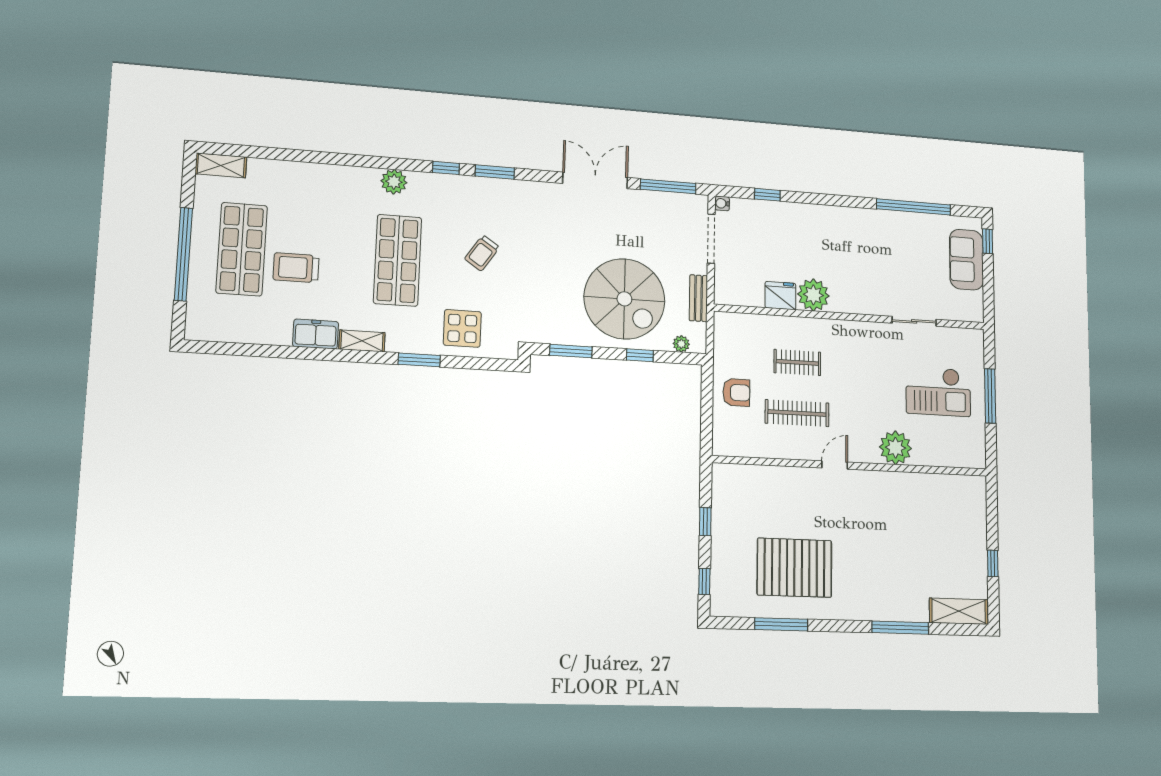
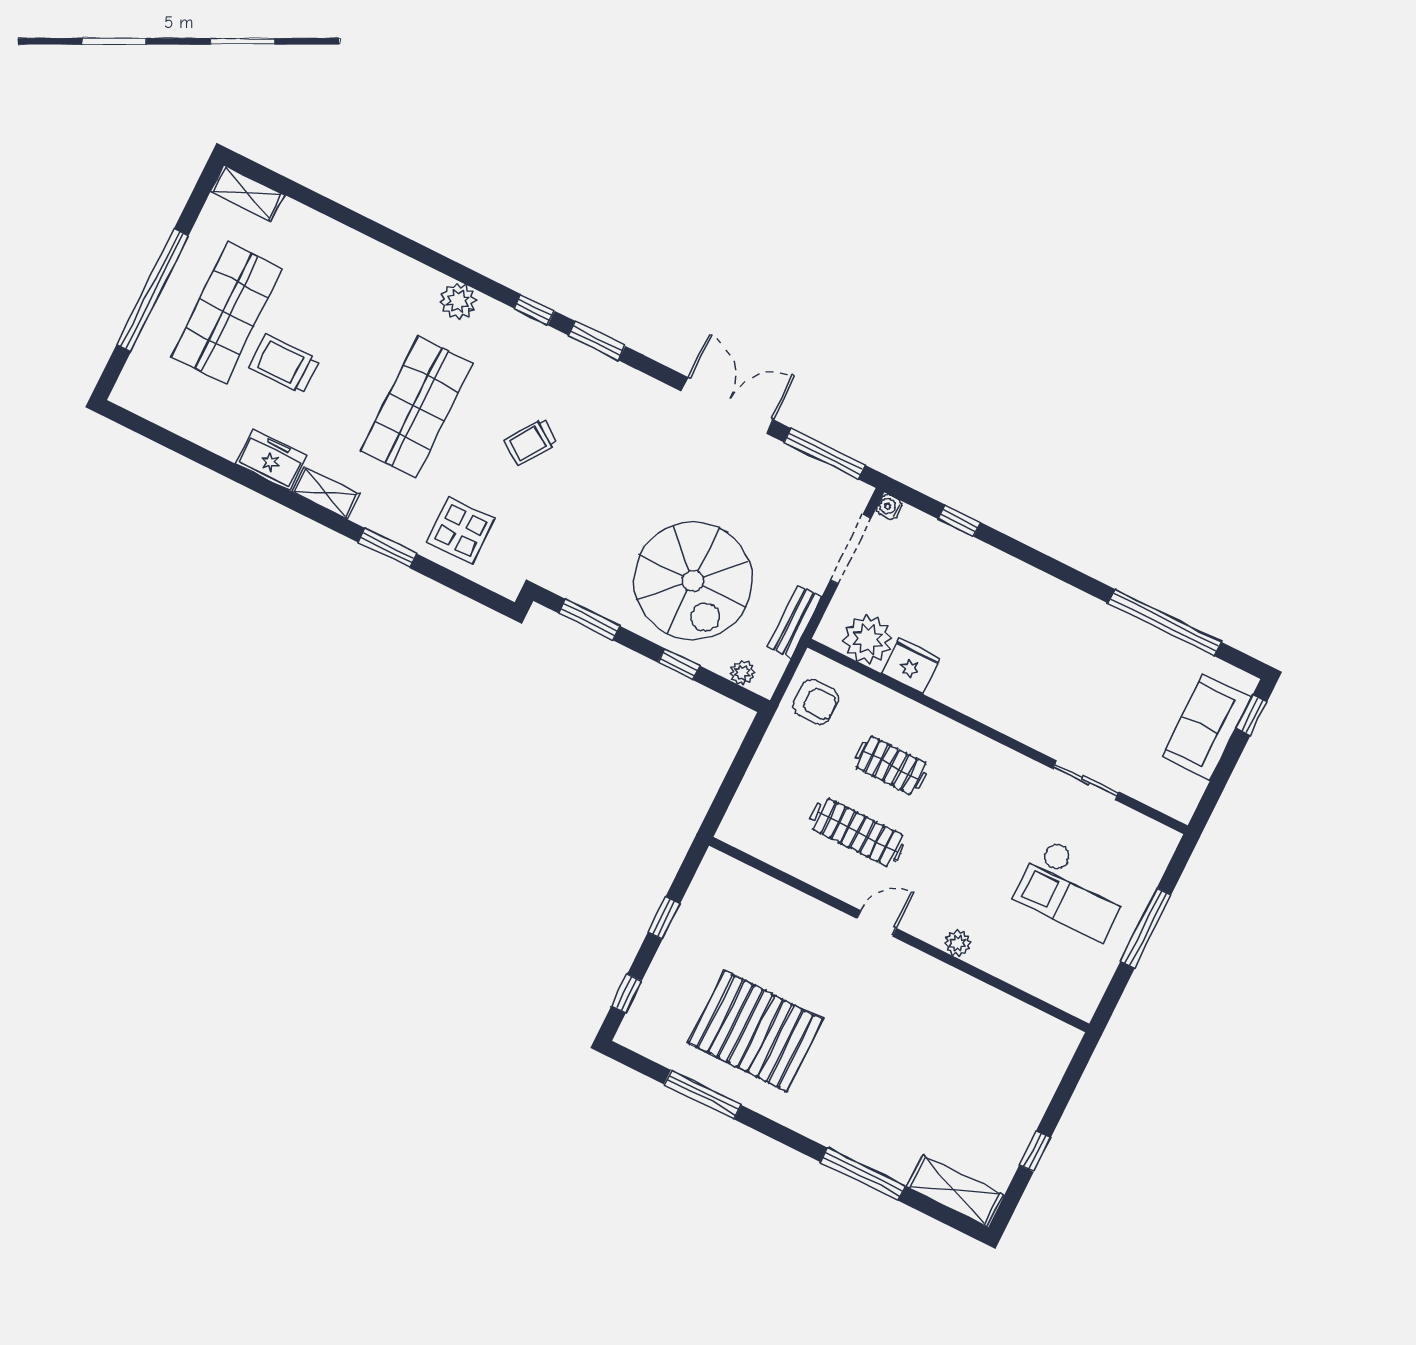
plant: (813, 295) -> (868, 639), moved
armchair: (736, 392) -> (816, 702), moved
plant: (895, 448) -> (958, 943), width x0.53, depth x0.53

